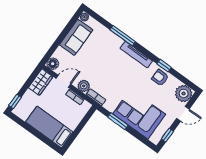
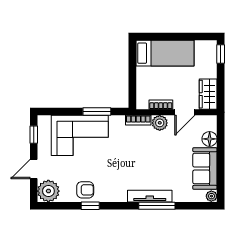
tv unit: (136, 55) -> (150, 196), moved
floor lamp: (53, 64) -> (210, 139), moved

